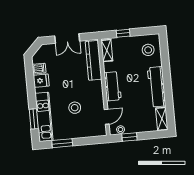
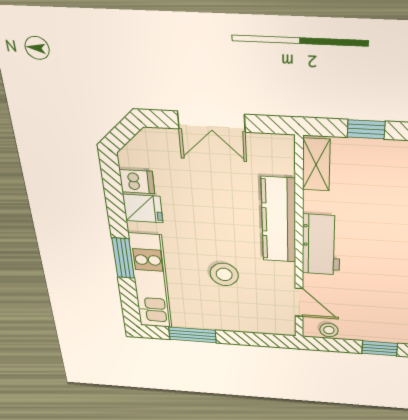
kitchen counter: (93, 60) -> (279, 220), moved
door: (107, 117) -> (299, 302), hinge flipped
window: (34, 119) -> (123, 258), moved
window: (129, 137) -> (380, 348), moved

